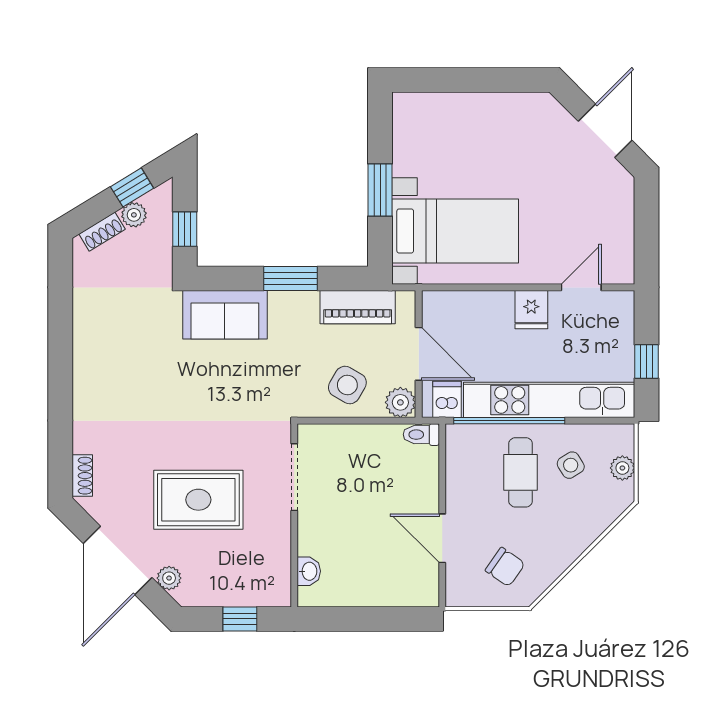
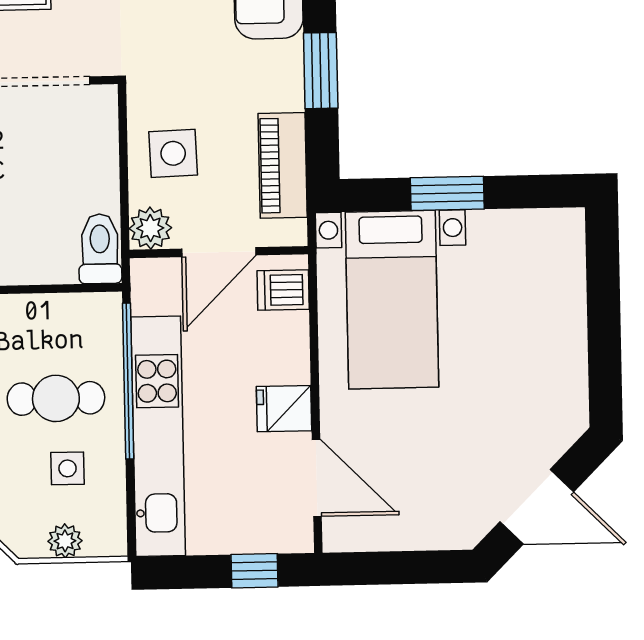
door: (581, 287) -> (317, 478), width x1.38
window: (647, 362) -> (255, 571), moved
side table: (347, 385) -> (173, 153), turned -32
dishwasher: (447, 399) -> (283, 290), moved, turned 180
toilet: (421, 435) -> (100, 249), width x1.37, depth x1.39
side table: (571, 465) -> (68, 468), turned 32

